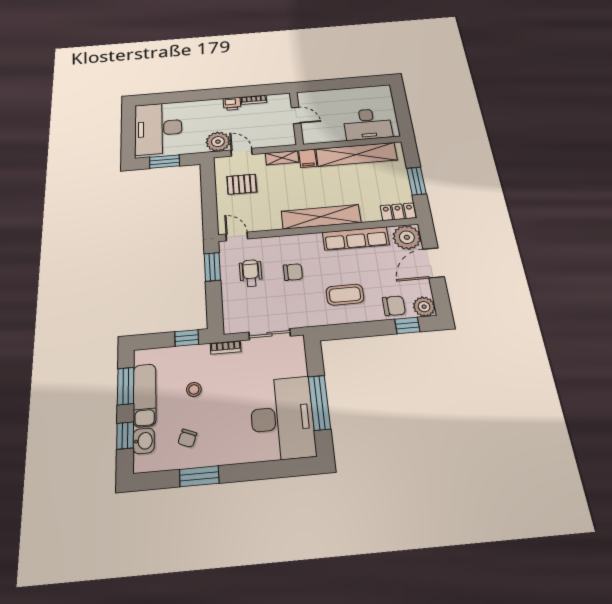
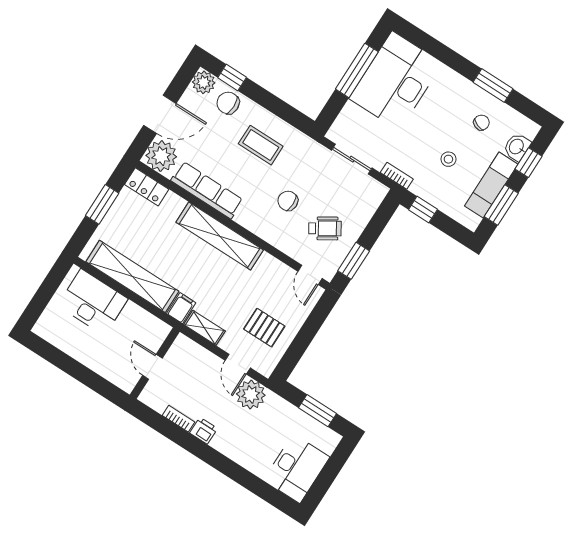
desk: (158, 128) -> (296, 469), width x0.73, depth x0.77
wheelchair: (251, 273) -> (325, 228), turned -122

